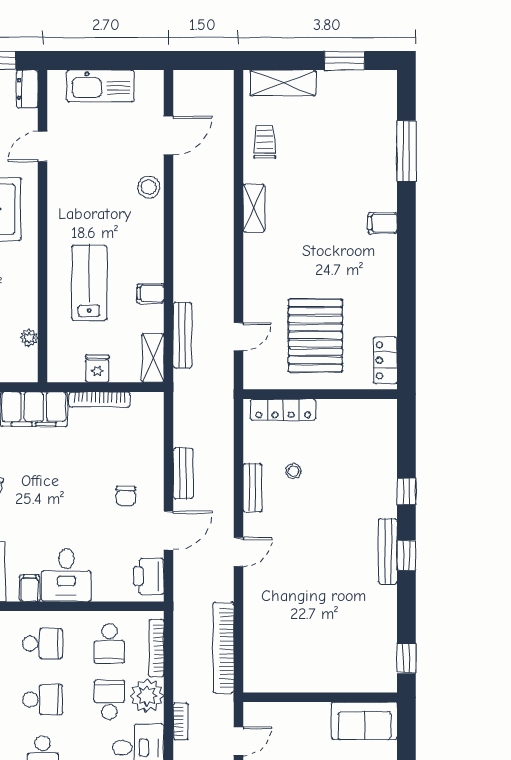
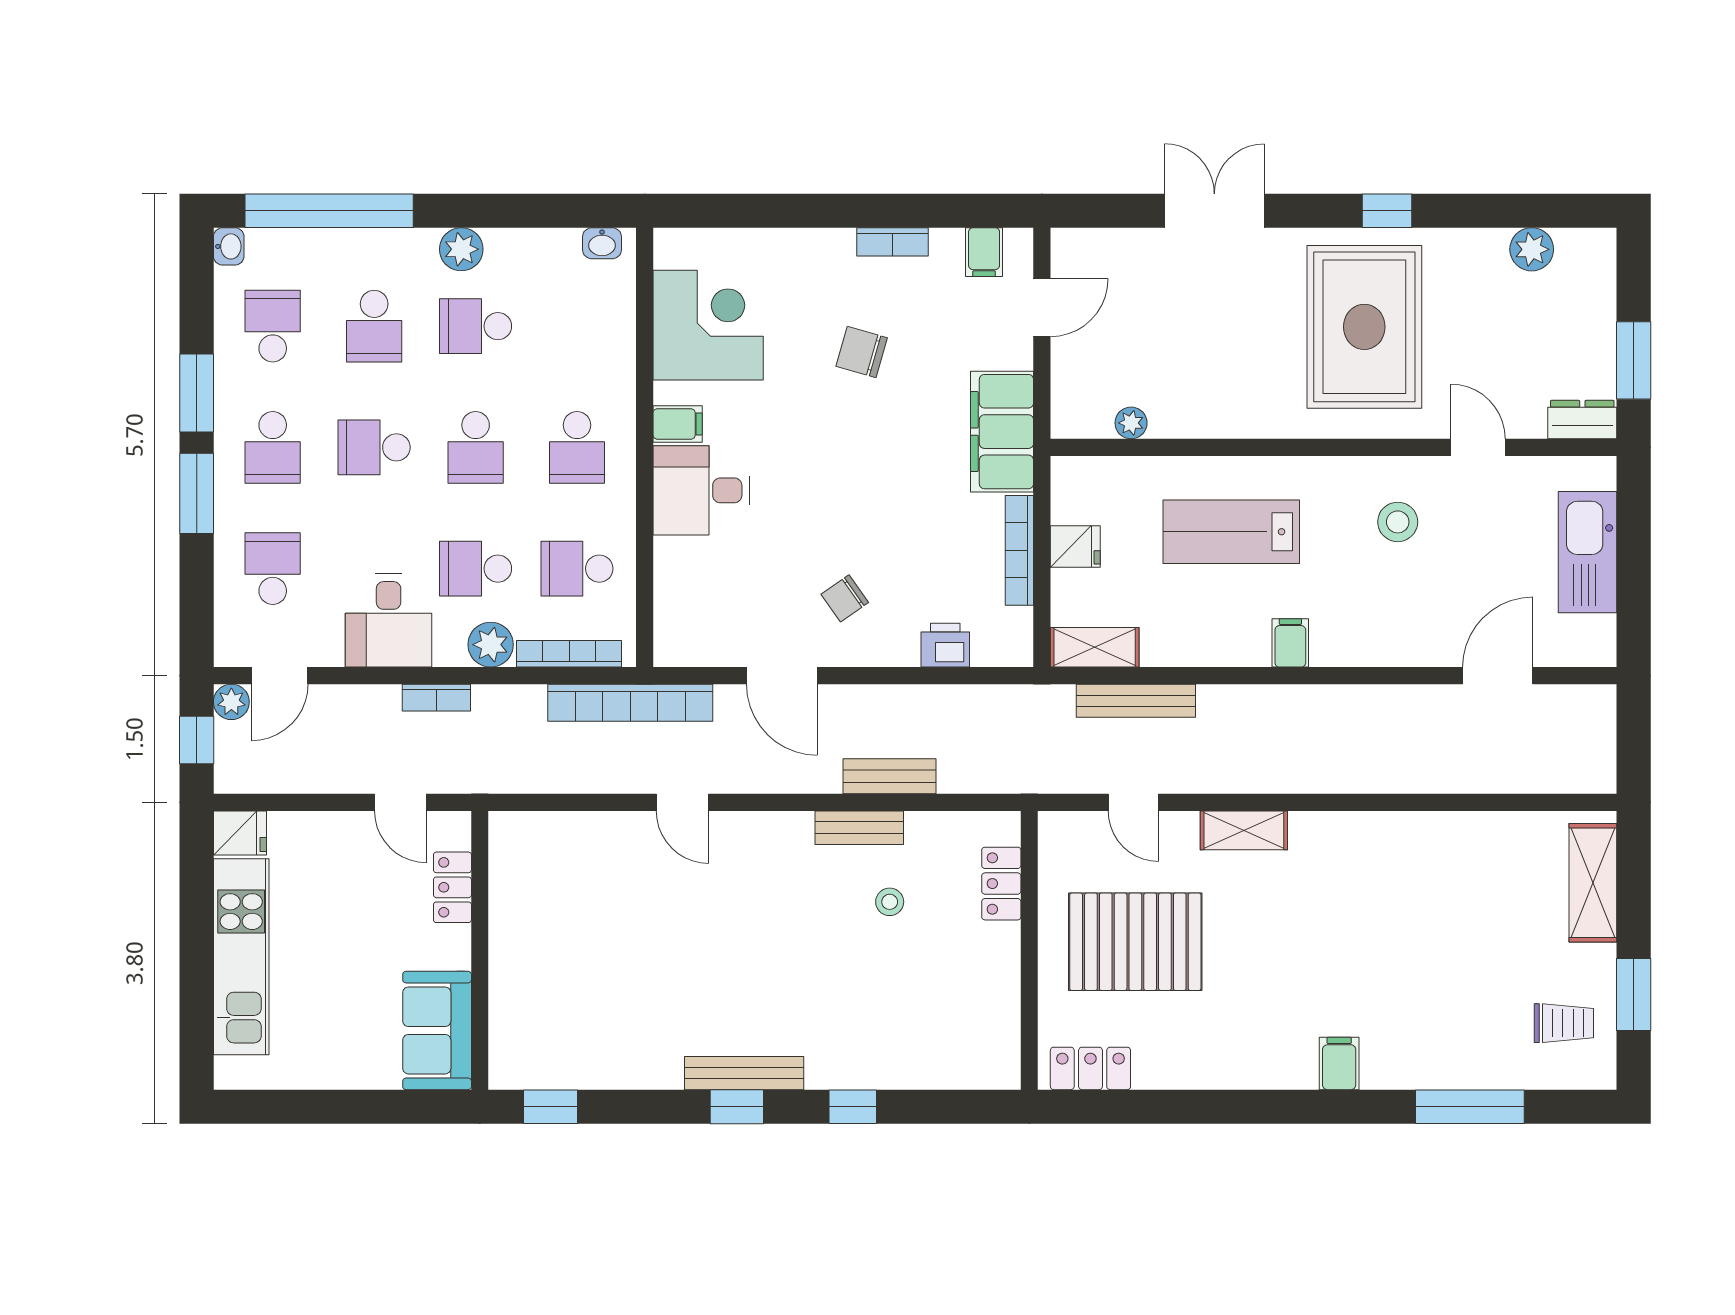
door: (168, 136) -> (1498, 676), swing flipped
trolley: (265, 142) -> (1564, 1023), moved
stool: (149, 187) -> (1398, 522), moved
shelving: (254, 208) -> (1244, 830), moved
lab bench: (89, 283) -> (1231, 532), turned 180
filing cabinet: (150, 293) -> (1290, 643), moved
locker: (283, 410) -> (1001, 884), width x0.66
bench: (183, 473) -> (890, 776), moved
chair: (126, 496) -> (845, 598), turned -35
door: (238, 552) -> (682, 802), moved
printer: (149, 576) -> (945, 645), moved, width x0.73, depth x0.81
bookcase: (223, 648) -> (630, 703), moved, turned 180
plant: (147, 696) -> (491, 645), width x0.73, depth x0.73
school desk: (109, 700) -> (476, 569), turned 180
locker: (285, 712) -> (452, 887), added

